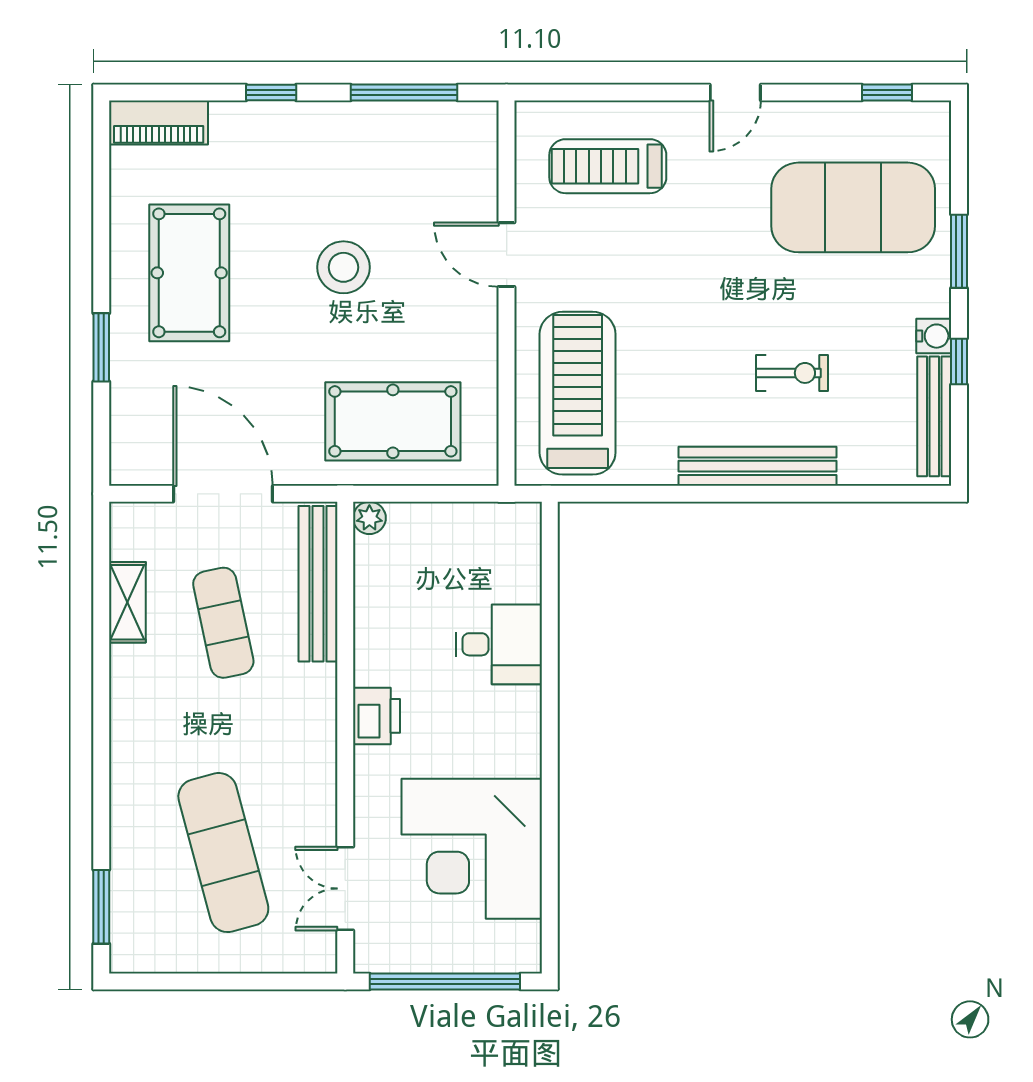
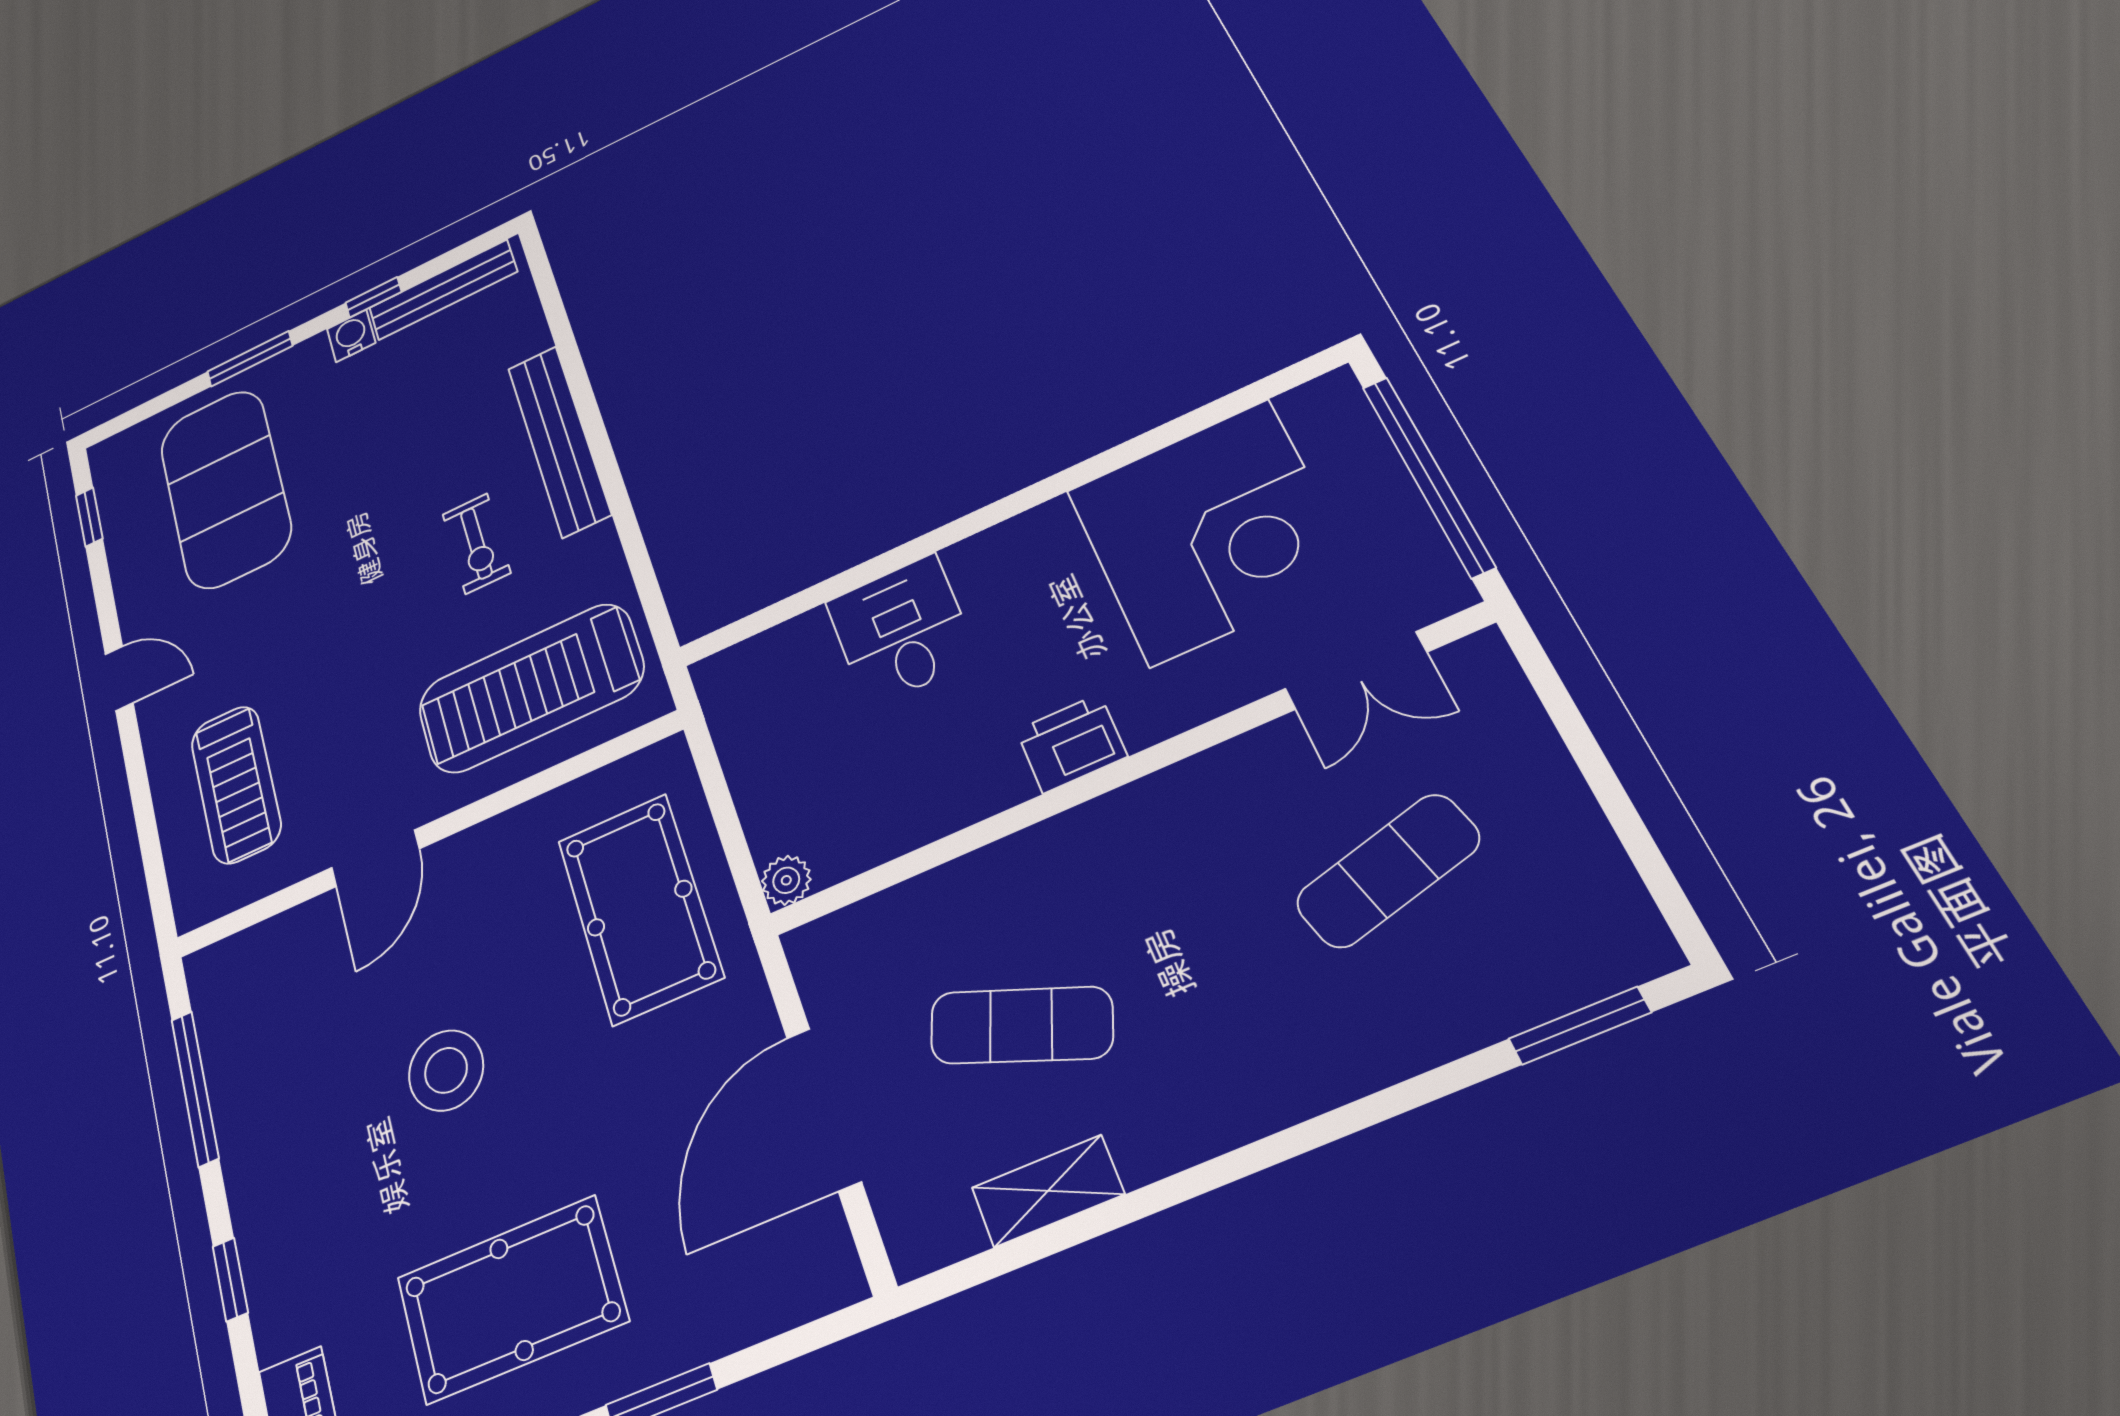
exercise bike: (792, 373) -> (476, 543), moved, turned 180
bench: (318, 584) -> (908, 911), removed
exercise mat: (223, 623) -> (1021, 1025), turned 33
exercise mat: (223, 853) -> (1388, 871), width x0.73, depth x0.69

